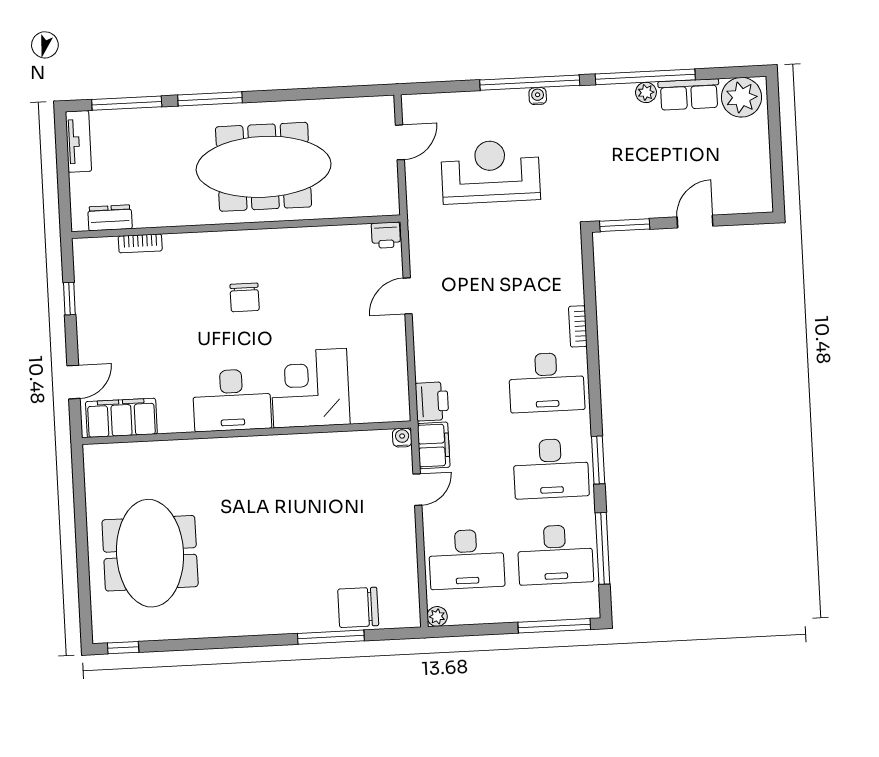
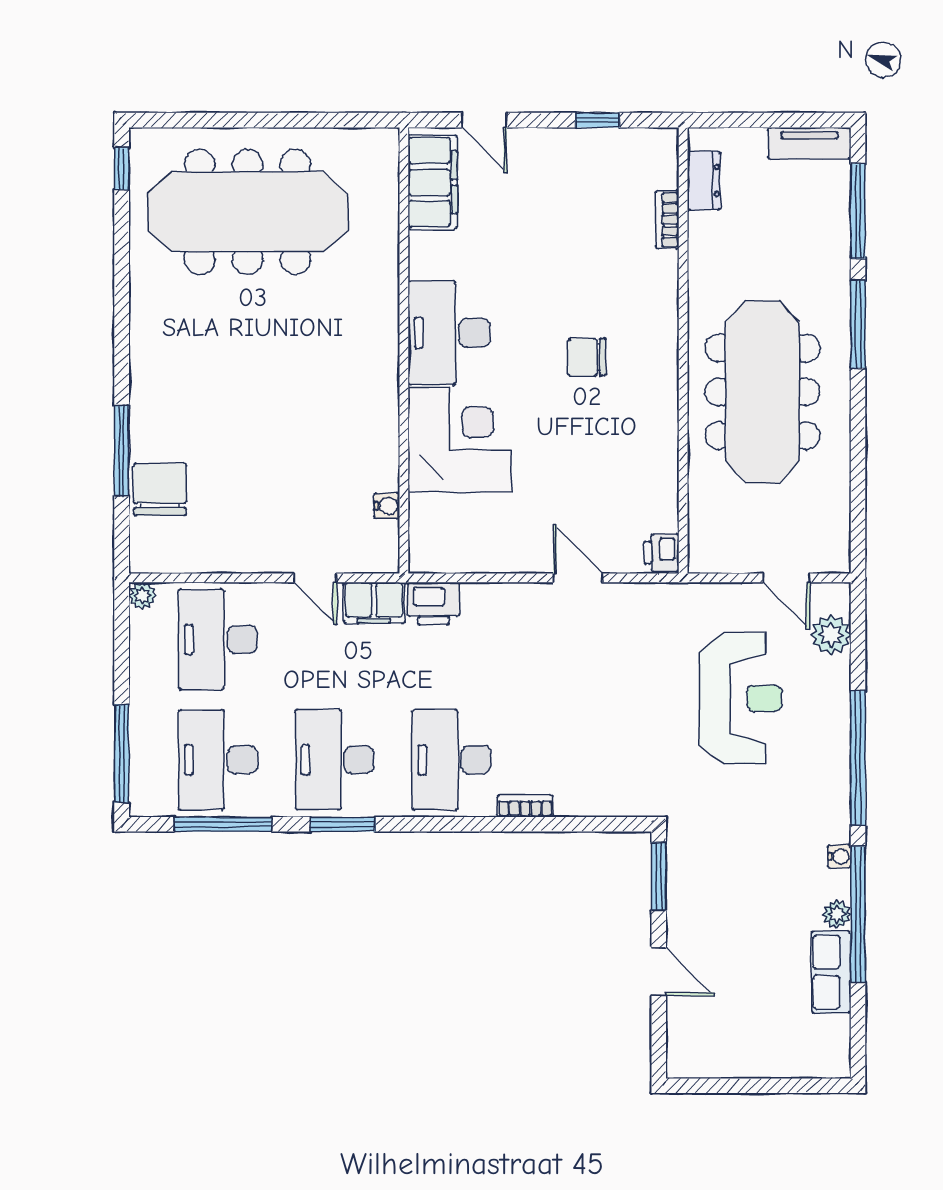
water cooler: (538, 96) -> (839, 856), moved
plant: (741, 97) -> (831, 635), moved, width x0.73, depth x0.73
water cooler: (402, 438) -> (387, 506), moved
meeting table: (150, 553) -> (248, 212), width x1.36

